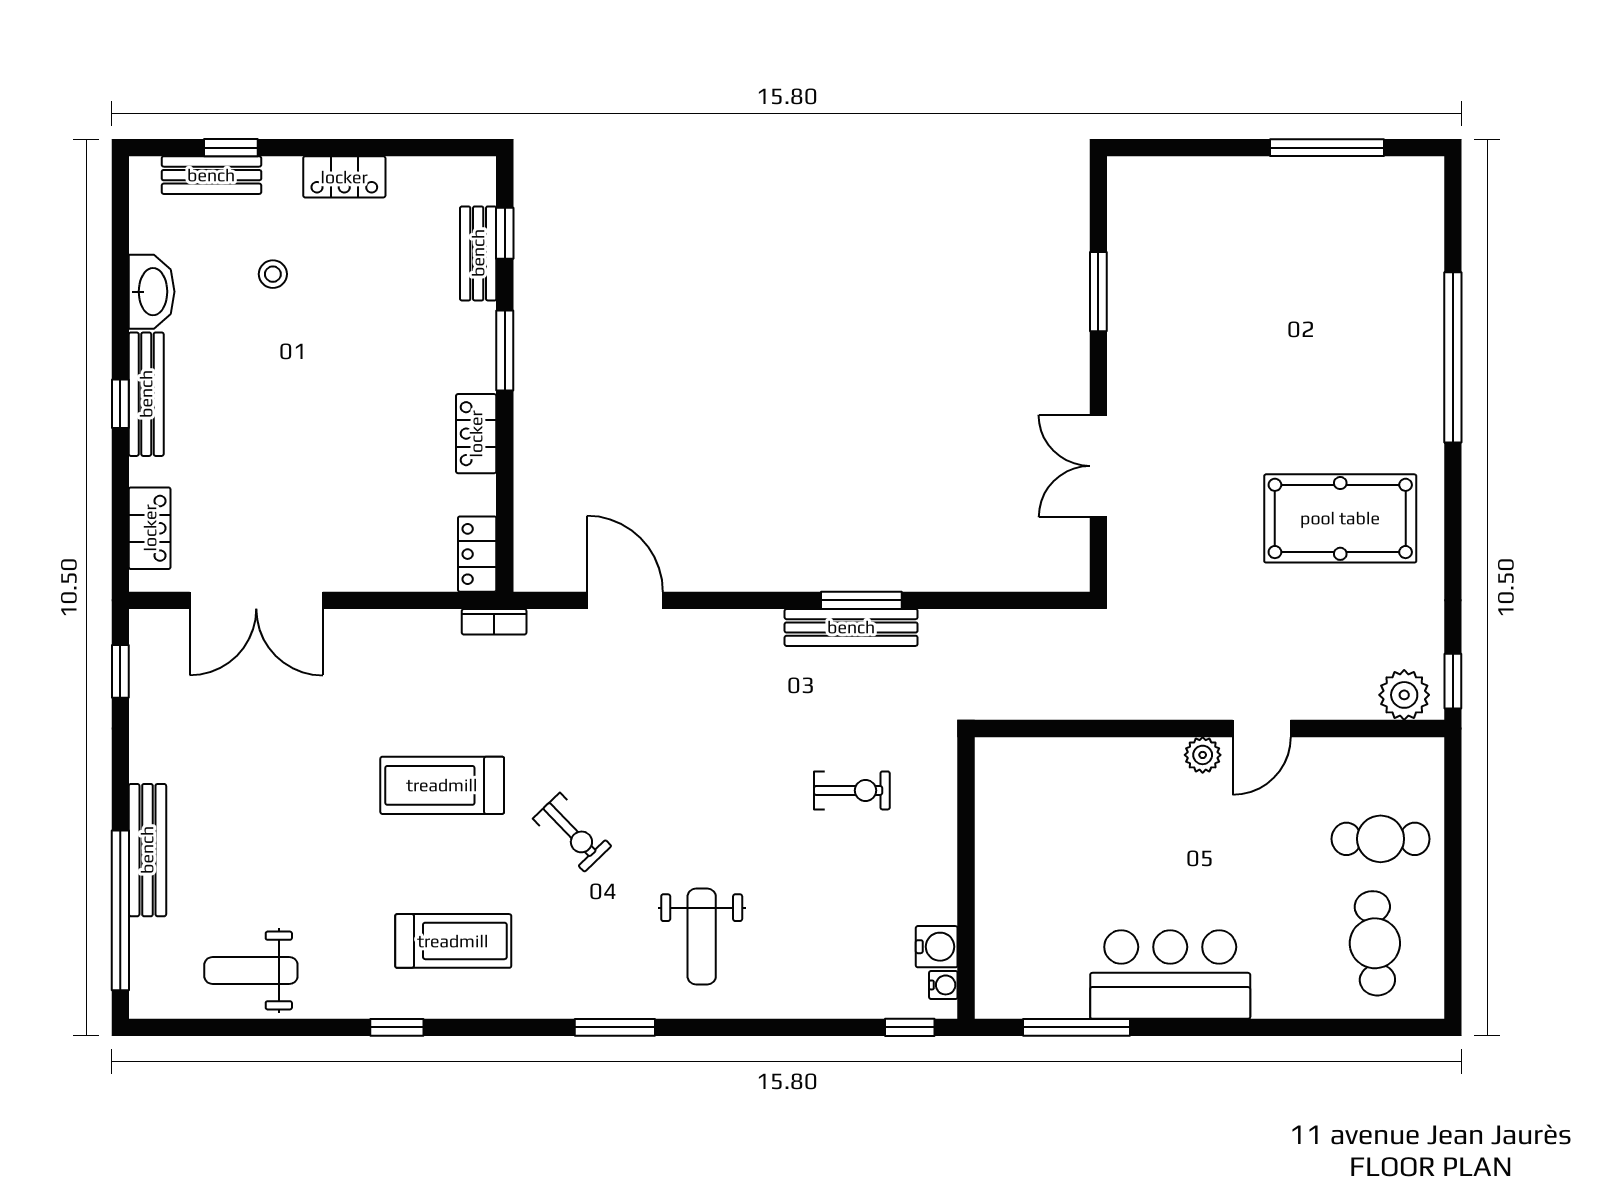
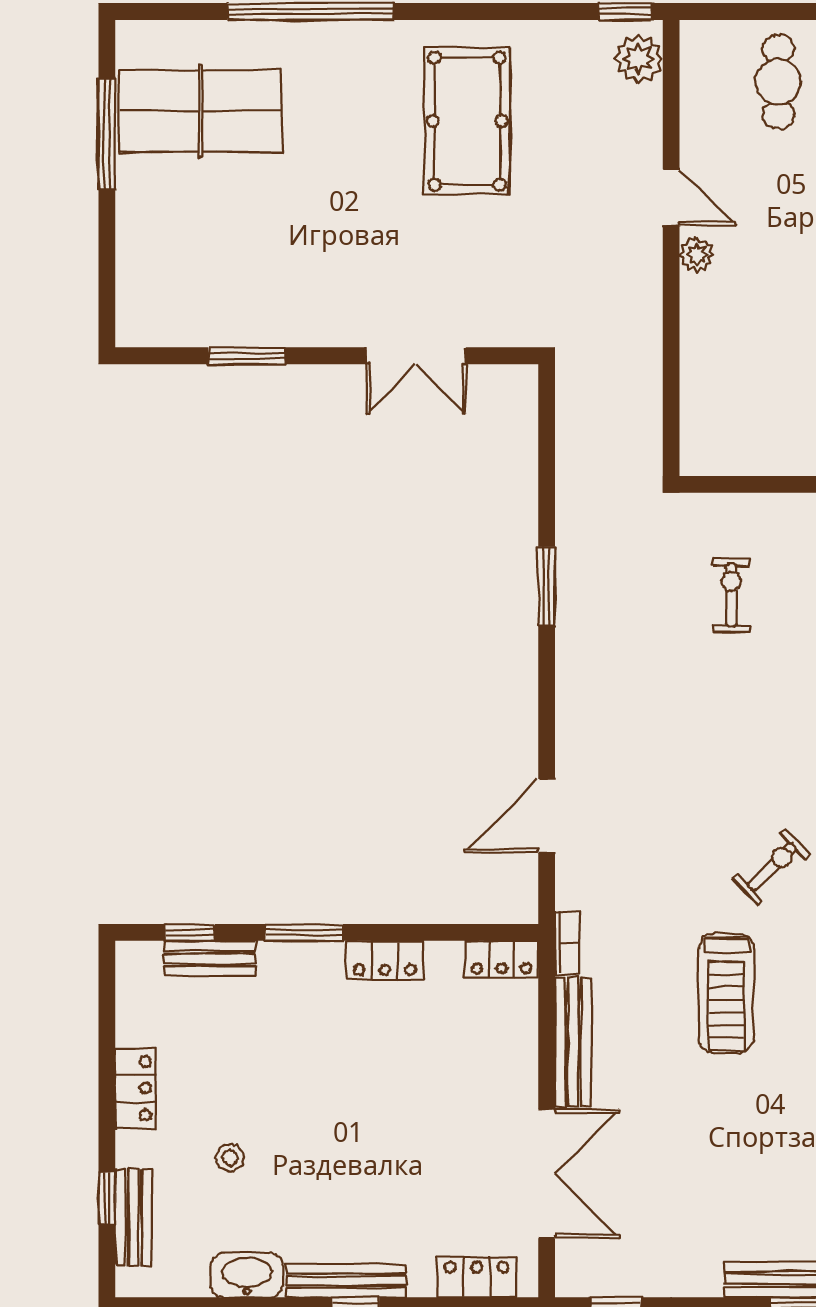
table tennis table: (1351, 244) -> (200, 111), added
bench: (851, 627) -> (573, 1042), moved

